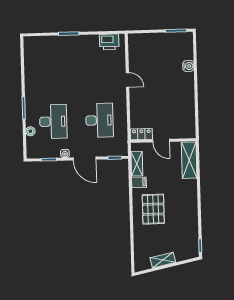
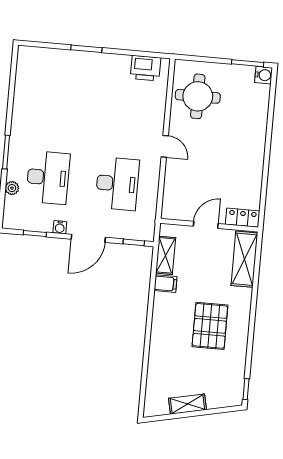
round table: (146, 56) -> (198, 96), added
water cooler: (188, 66) -> (264, 75), moved
door: (127, 80) -> (165, 146), moved
locker: (141, 134) -> (243, 218), moved
door: (161, 141) -> (206, 225), swing flipped
door: (85, 159) -> (88, 238), hinge flipped
pallet: (153, 209) -> (210, 326), moved

